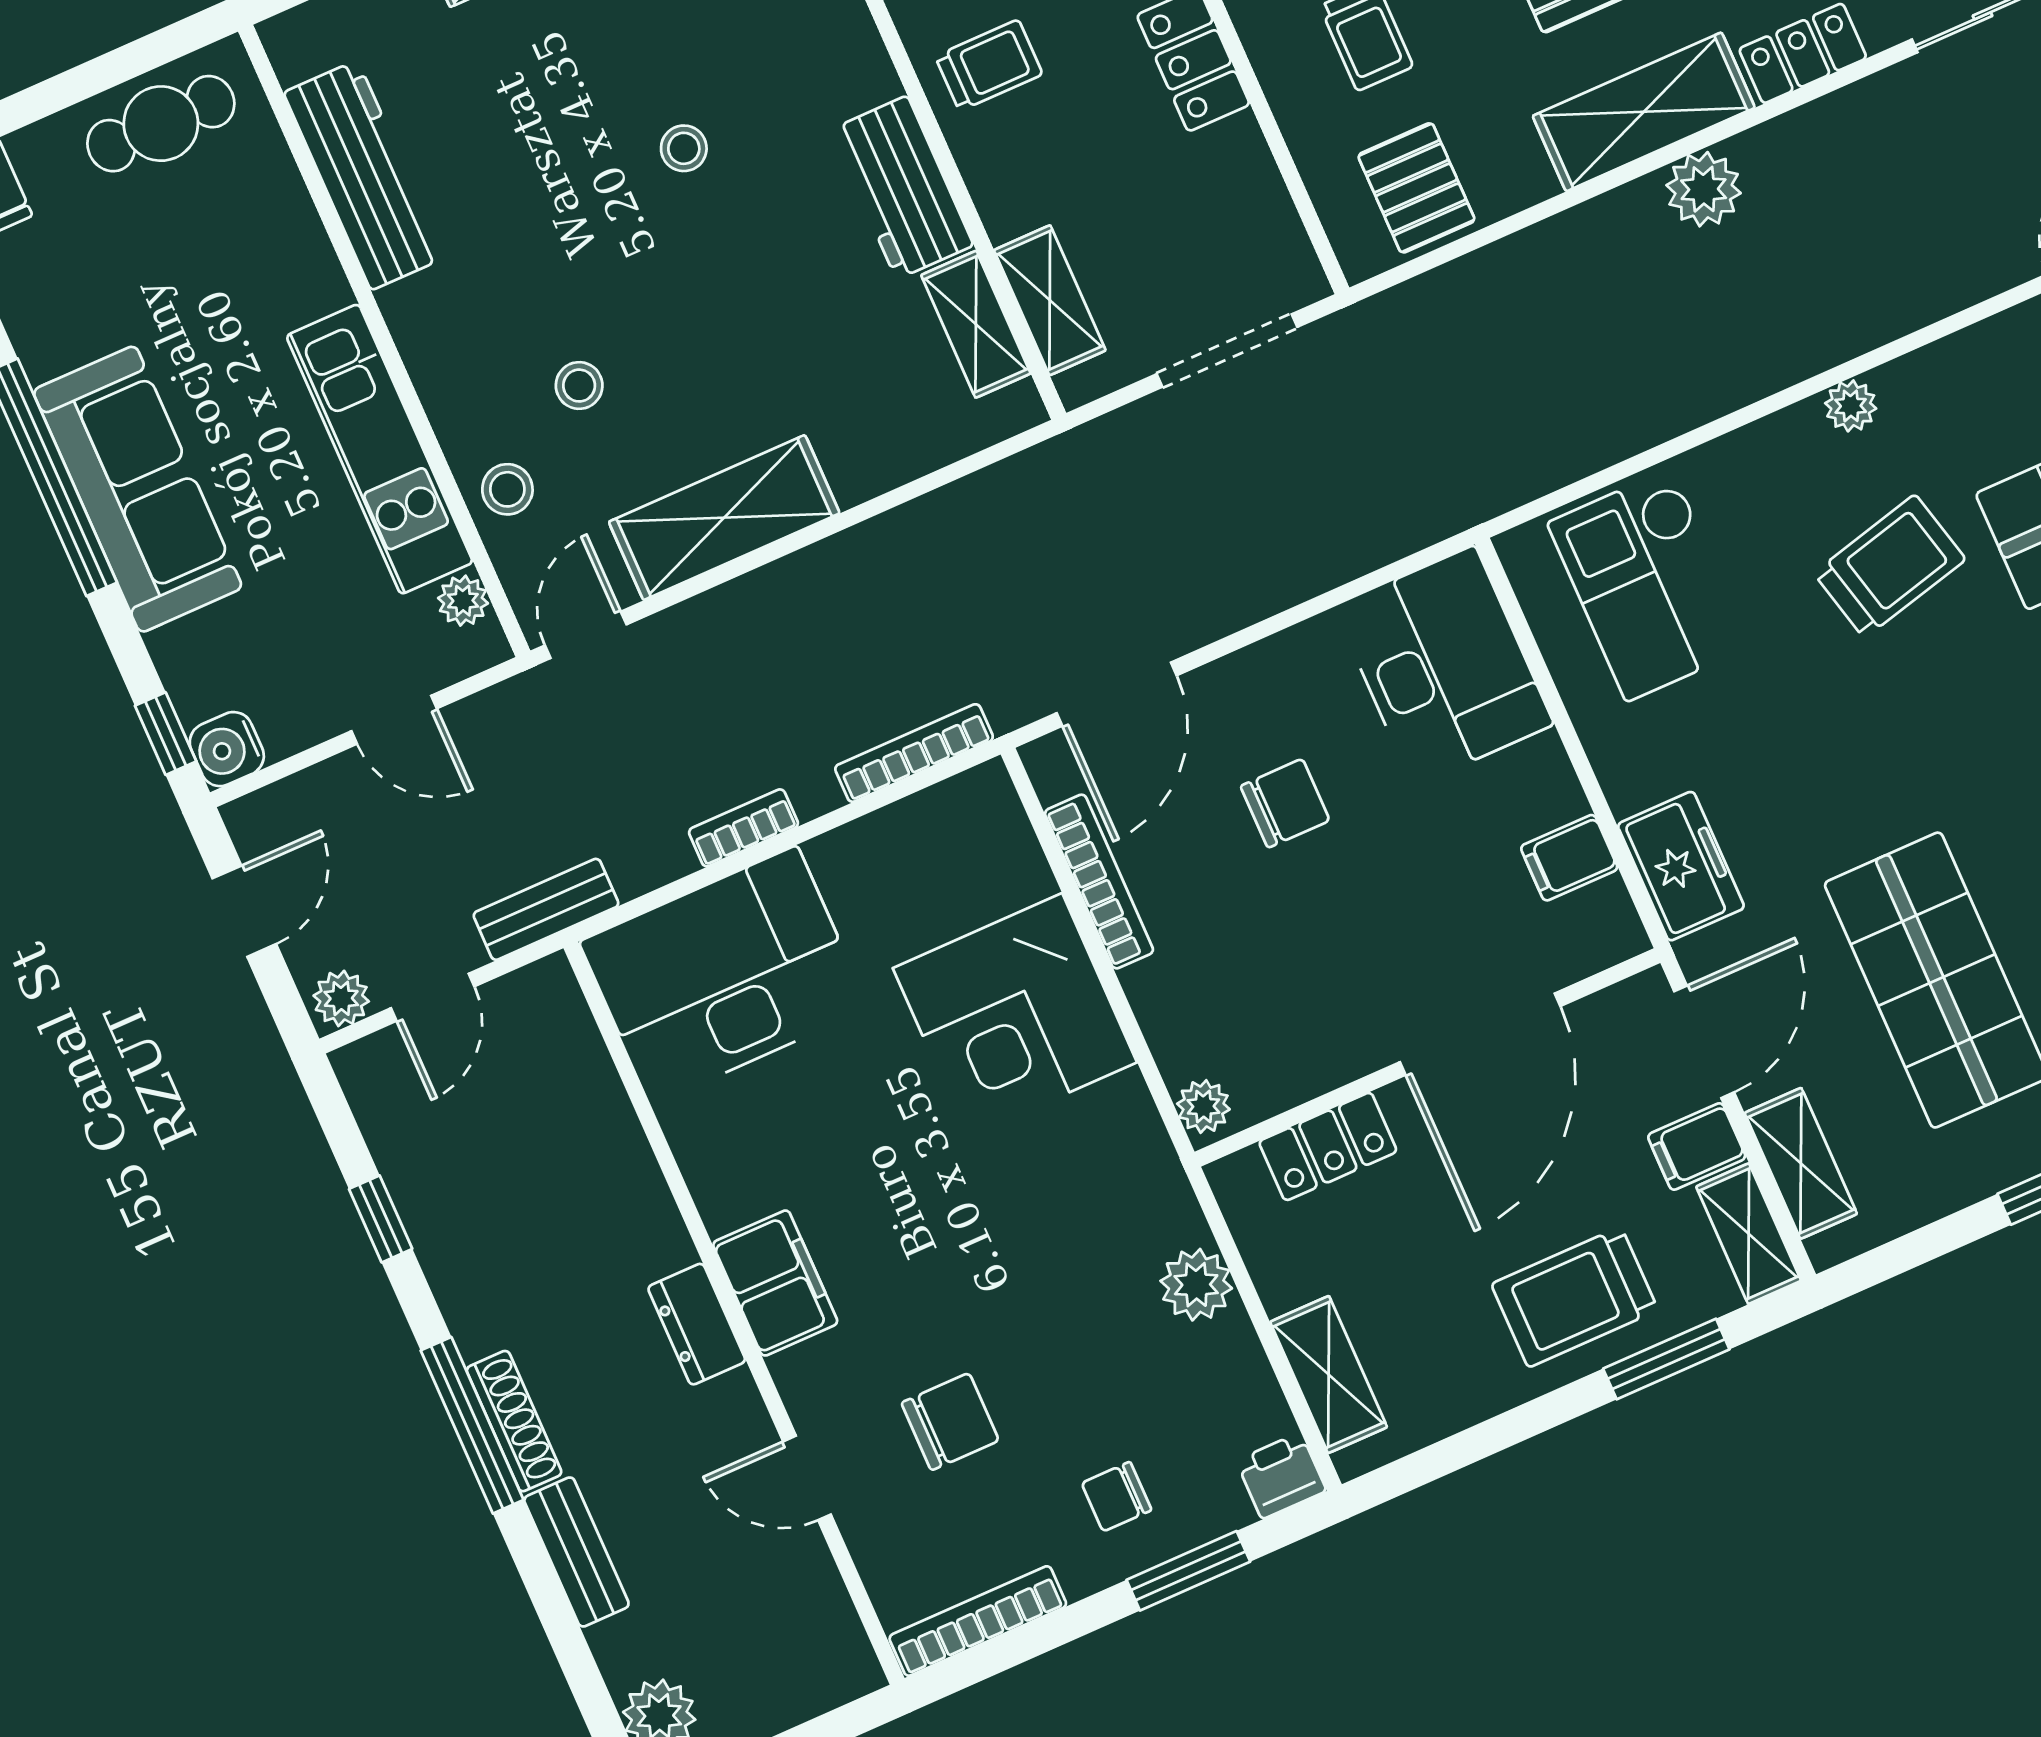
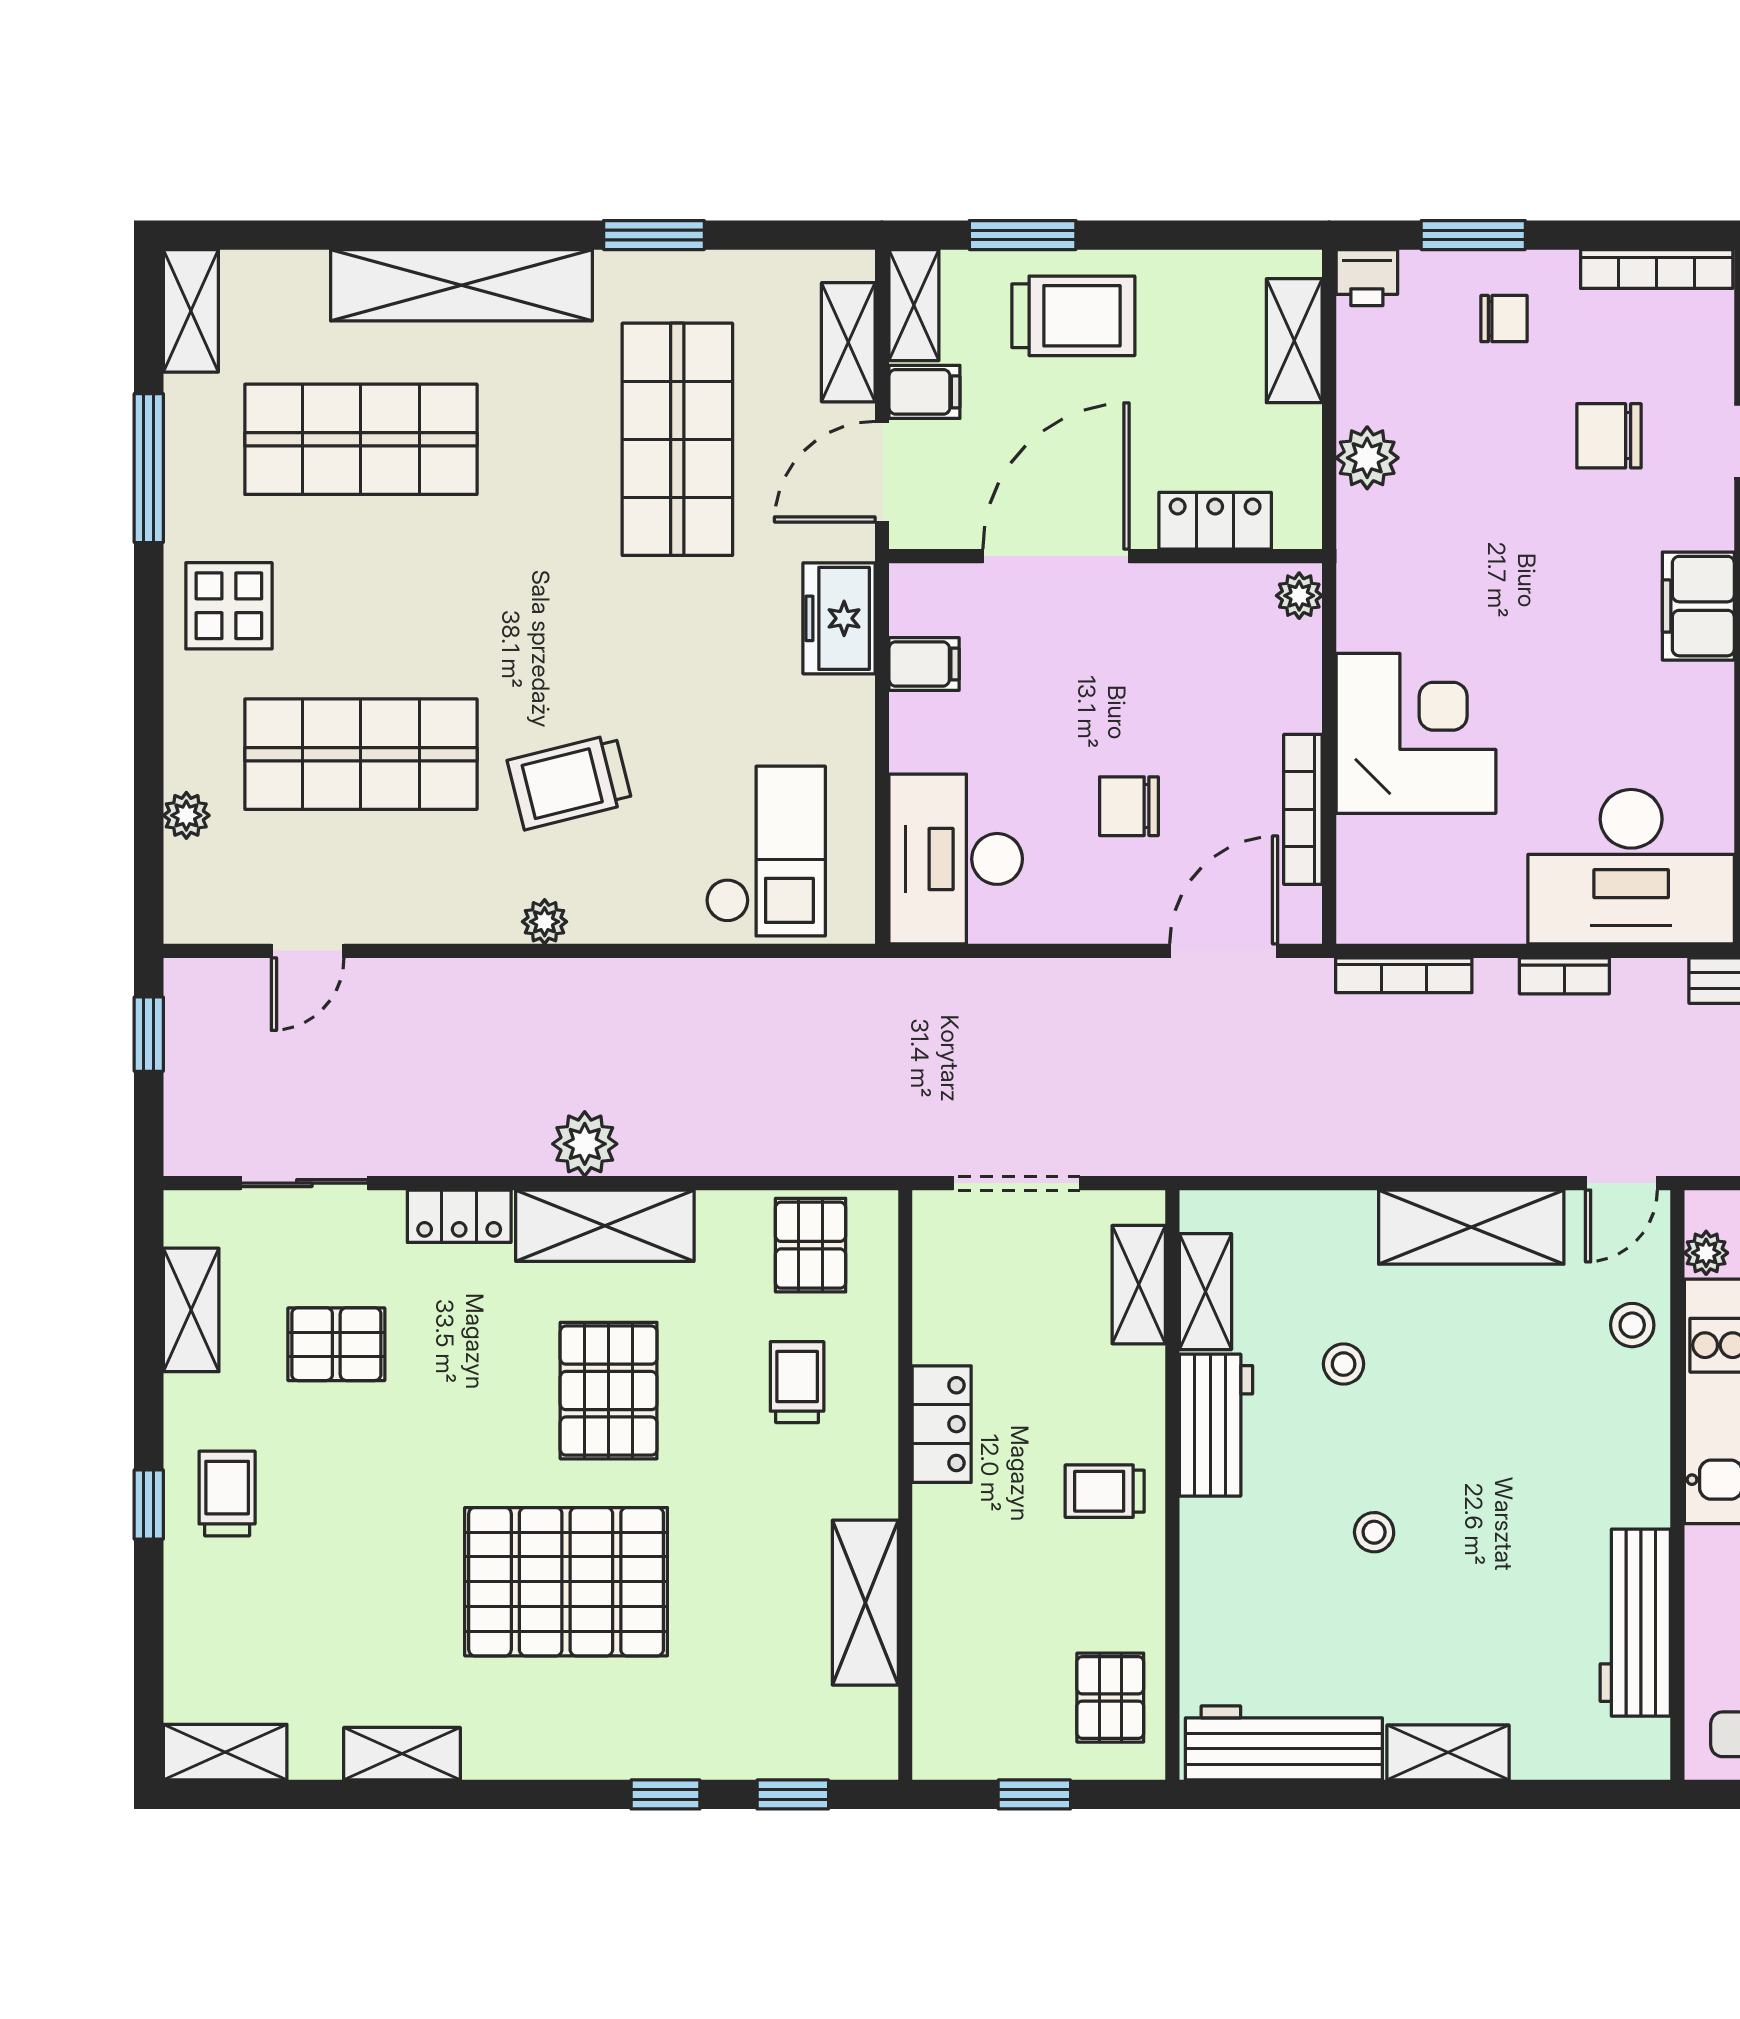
stool: (579, 386) -> (1344, 1364), moved

